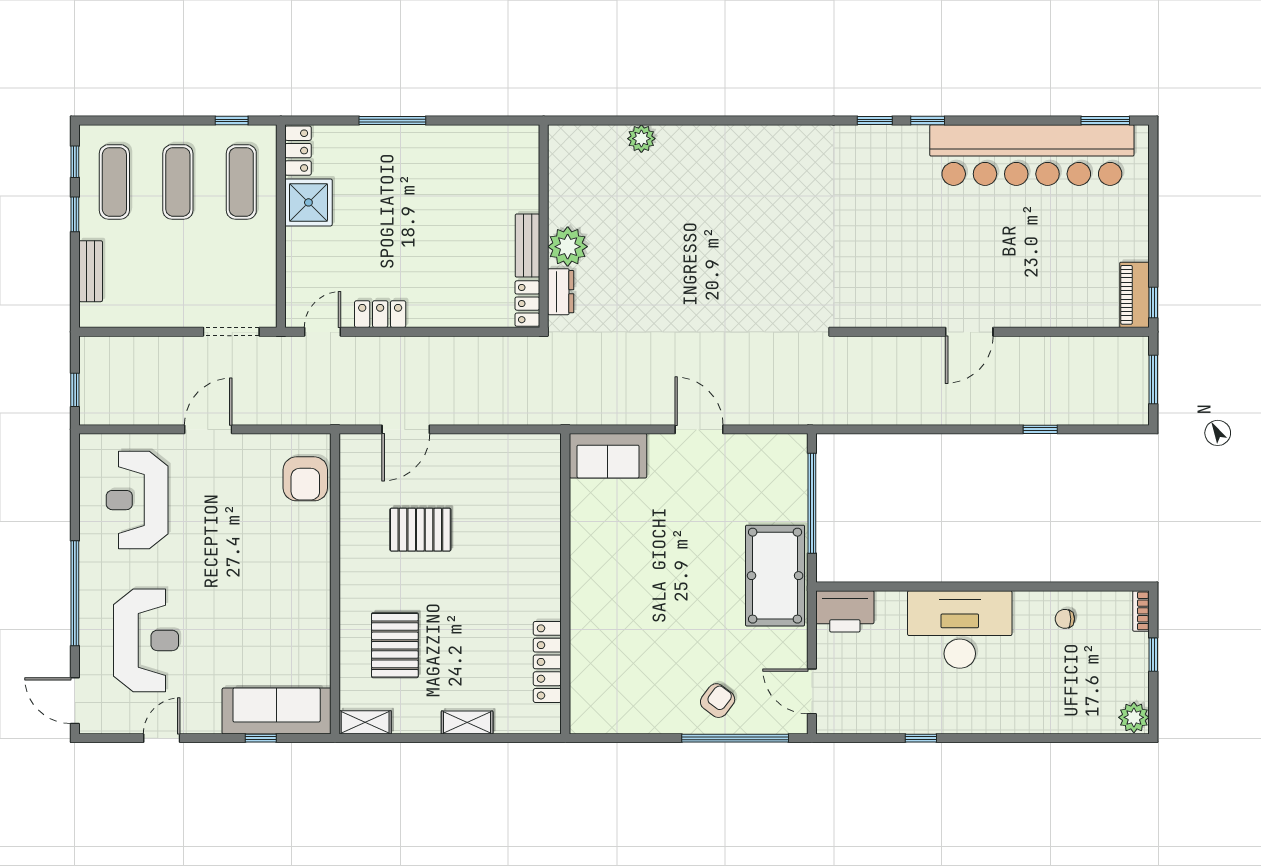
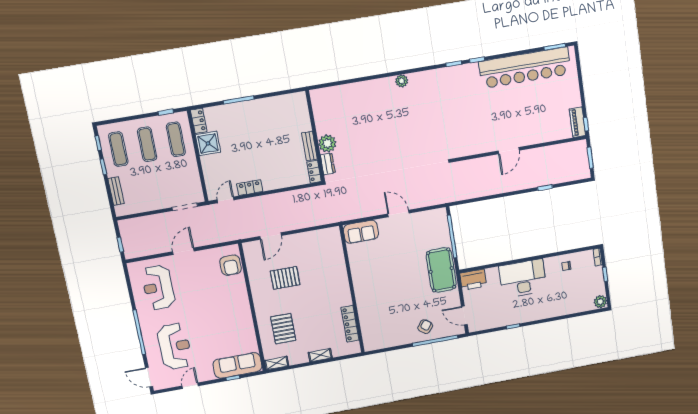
plant: (641, 139) -> (402, 81), moved

